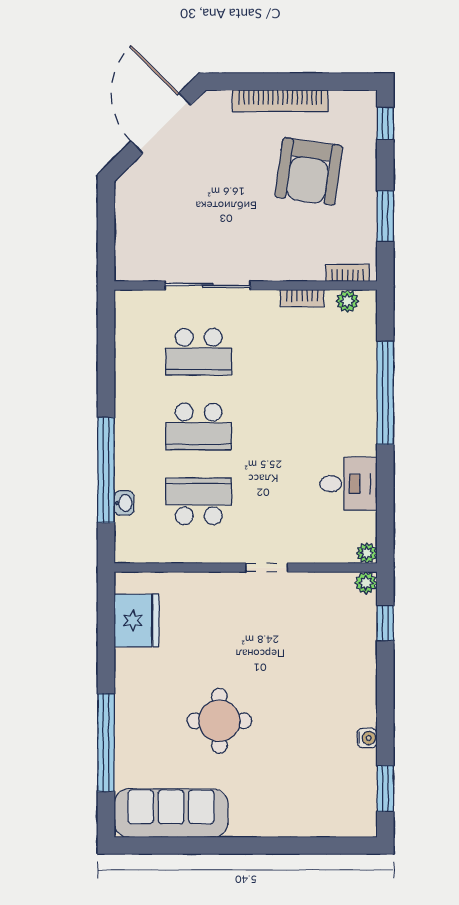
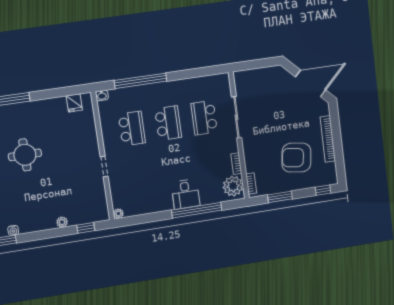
plant: (347, 301) -> (233, 186), width x1.87, depth x1.87
school desk: (199, 427) -> (168, 123), turned 180
desk: (348, 484) -> (186, 194), moved
washbasin: (124, 503) -> (102, 95), moved
plant: (366, 583) -> (62, 222), moved
fridge: (137, 620) -> (74, 103), width x0.53, depth x0.75
water cooler: (367, 738) -> (13, 230), moved

